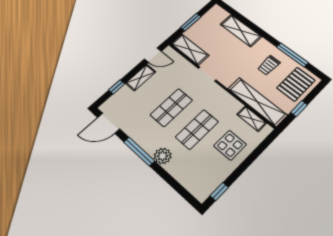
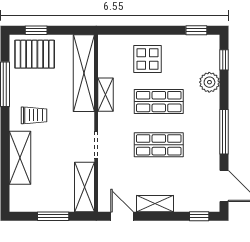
trolley: (269, 65) -> (34, 115), moved
window: (117, 87) -> (199, 216), moved
window: (299, 109) -> (36, 30), moved
shelving: (252, 119) -> (106, 95), moved
plant: (163, 156) -> (209, 82), moved
window: (183, 192) -> (224, 60), added

